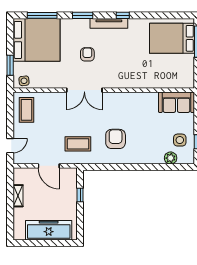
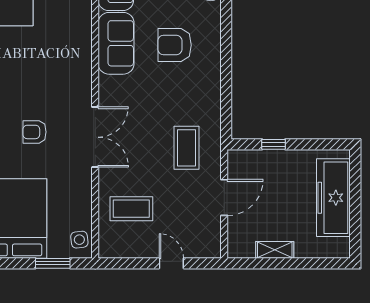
sofa: (139, 102) -> (116, 43), added
coffee table: (27, 110) -> (131, 209), moved
armchair: (116, 139) -> (175, 45), moved
door: (10, 146) -> (171, 263), moved

